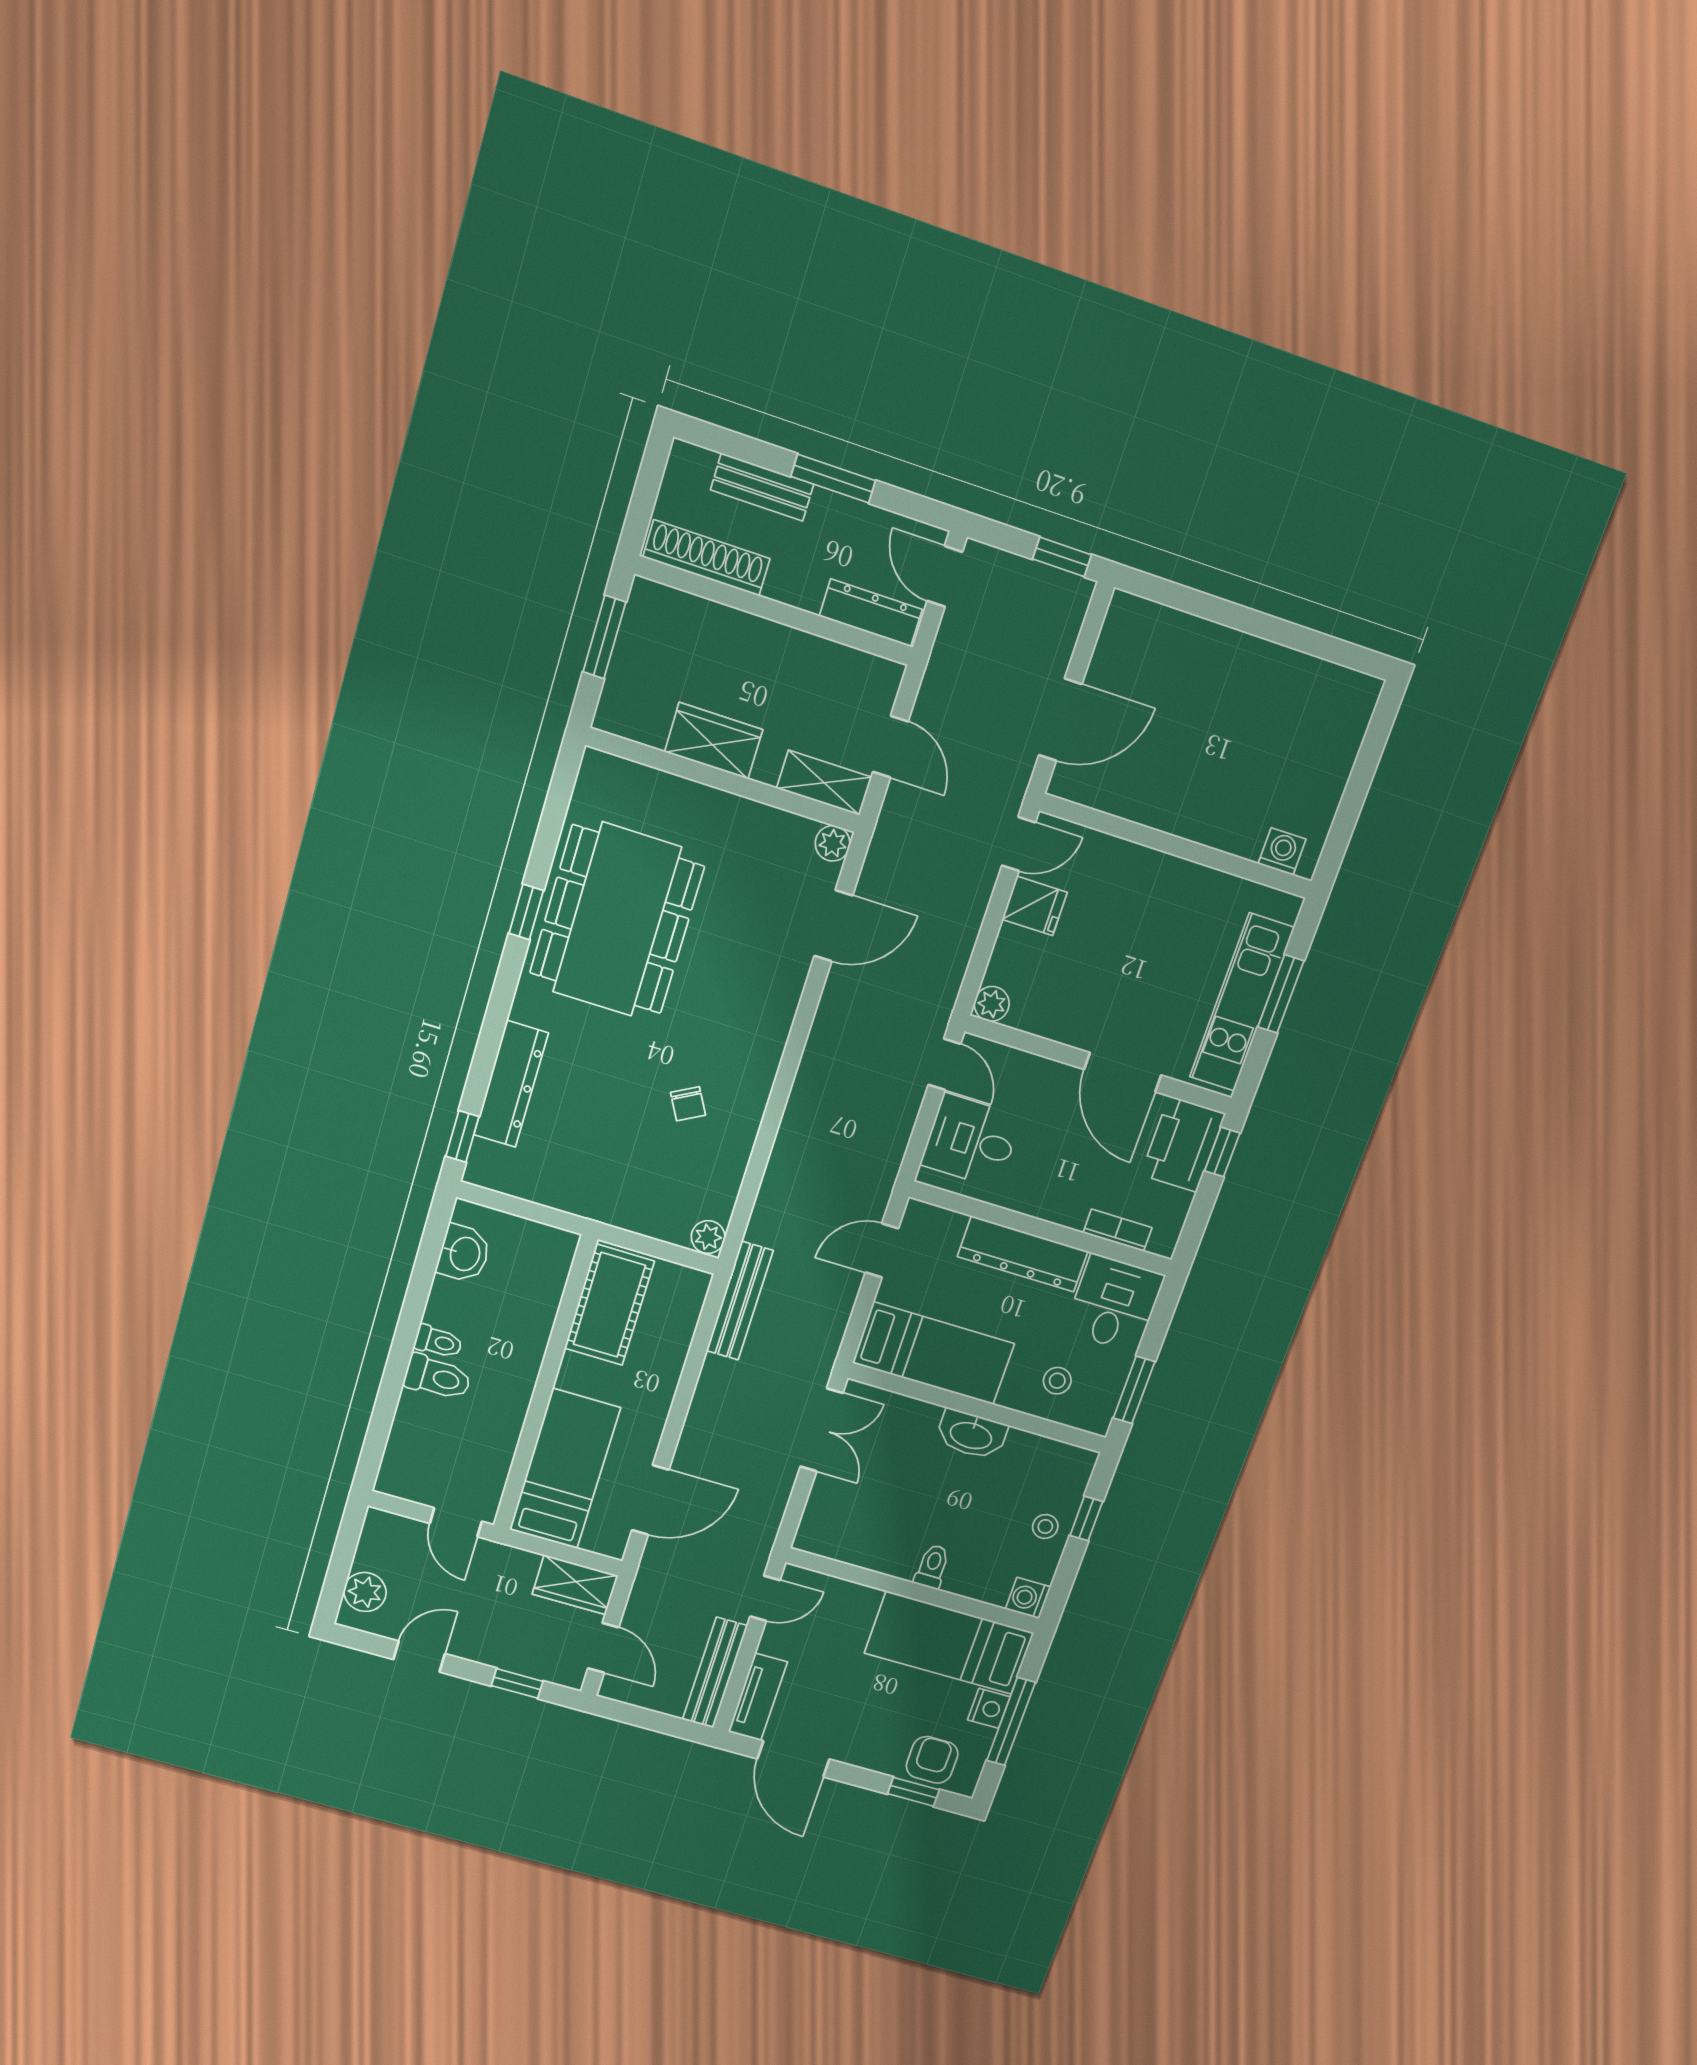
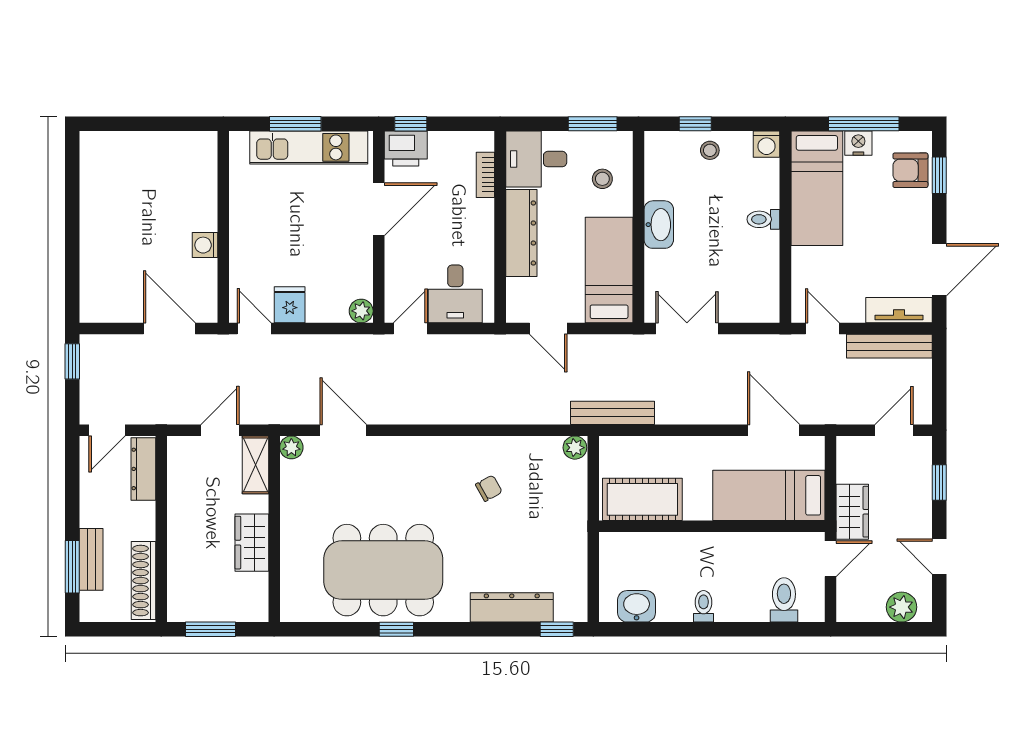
window: (833, 479) -> (72, 567), moved
washing machine: (1282, 852) -> (205, 245), moved
printer: (1183, 1144) -> (406, 149), width x0.73, depth x0.84
toilet: (437, 1377) -> (784, 600), moved
wardrobe: (575, 1585) -> (852, 512), moved

